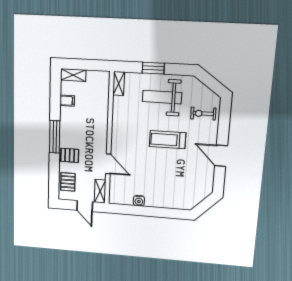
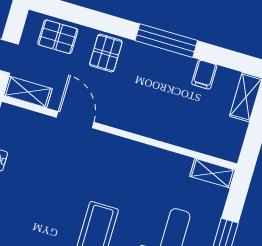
window: (55, 137) -> (166, 41), moved
door: (108, 164) -> (75, 120), swing flipped

